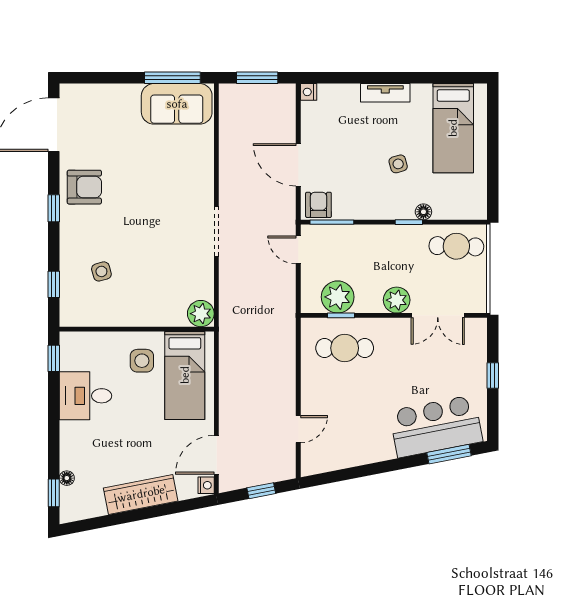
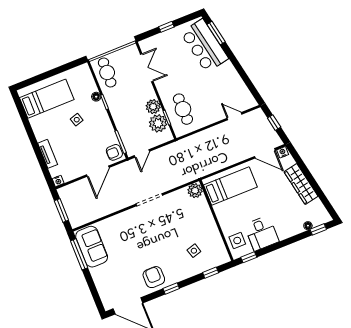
tv unit: (385, 93) -> (48, 154), moved
plant: (397, 300) -> (153, 107), moved
side table: (142, 361) -> (237, 241), moved

